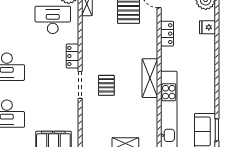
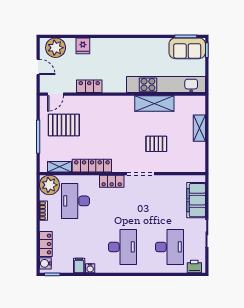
locker: (88, 36) -> (92, 166), added
shelving: (150, 78) -> (154, 104), moved
pallet: (106, 85) -> (156, 144), moved

